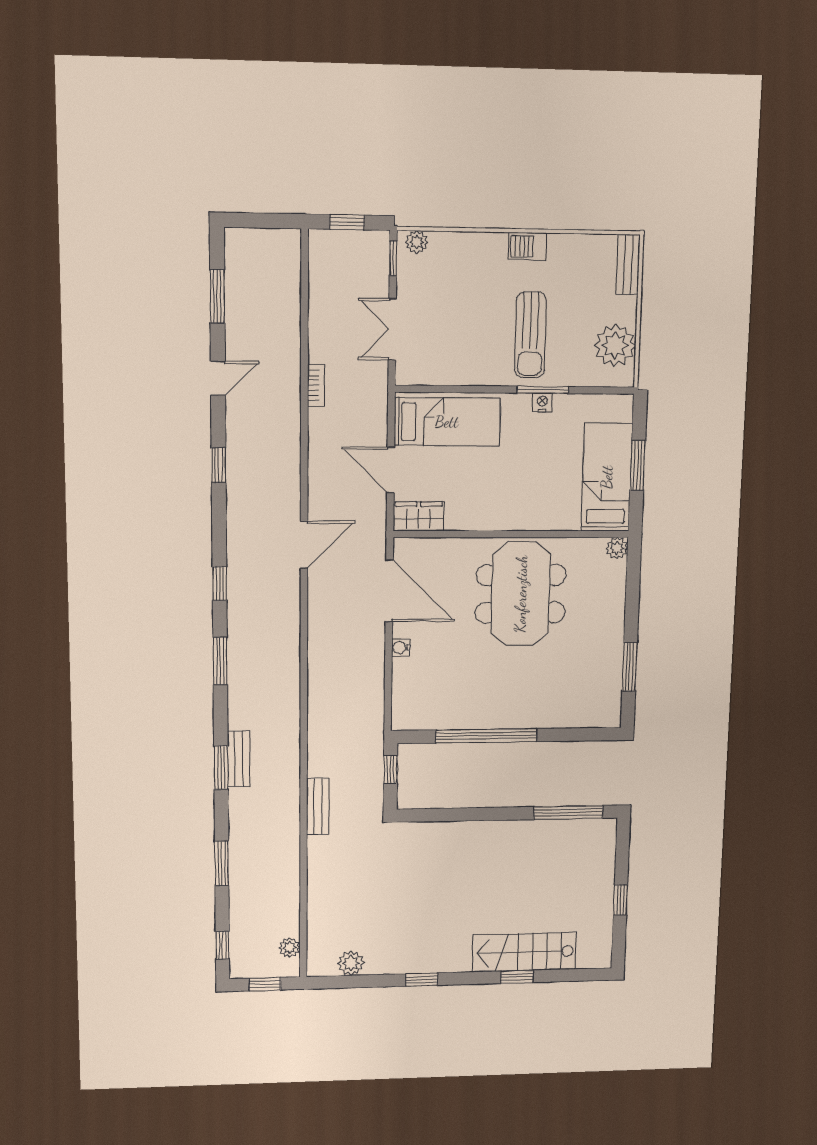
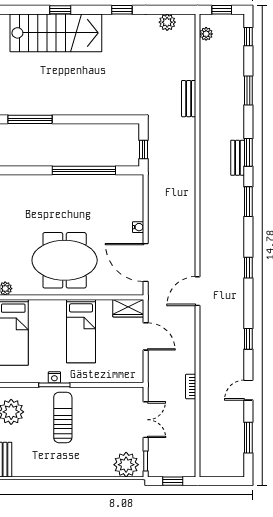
plant: (417, 242) -> (126, 465), width x1.88, depth x1.88
barbecue: (527, 246) -> (66, 469), removed
bed: (447, 422) -> (81, 331), moved, turned -90
meeting table: (521, 594) -> (65, 260), turned 90
window: (220, 661) -> (248, 202), moved
bench: (318, 807) -> (189, 99), moved
stairs: (524, 952) -> (56, 33), width x1.36, depth x1.51

